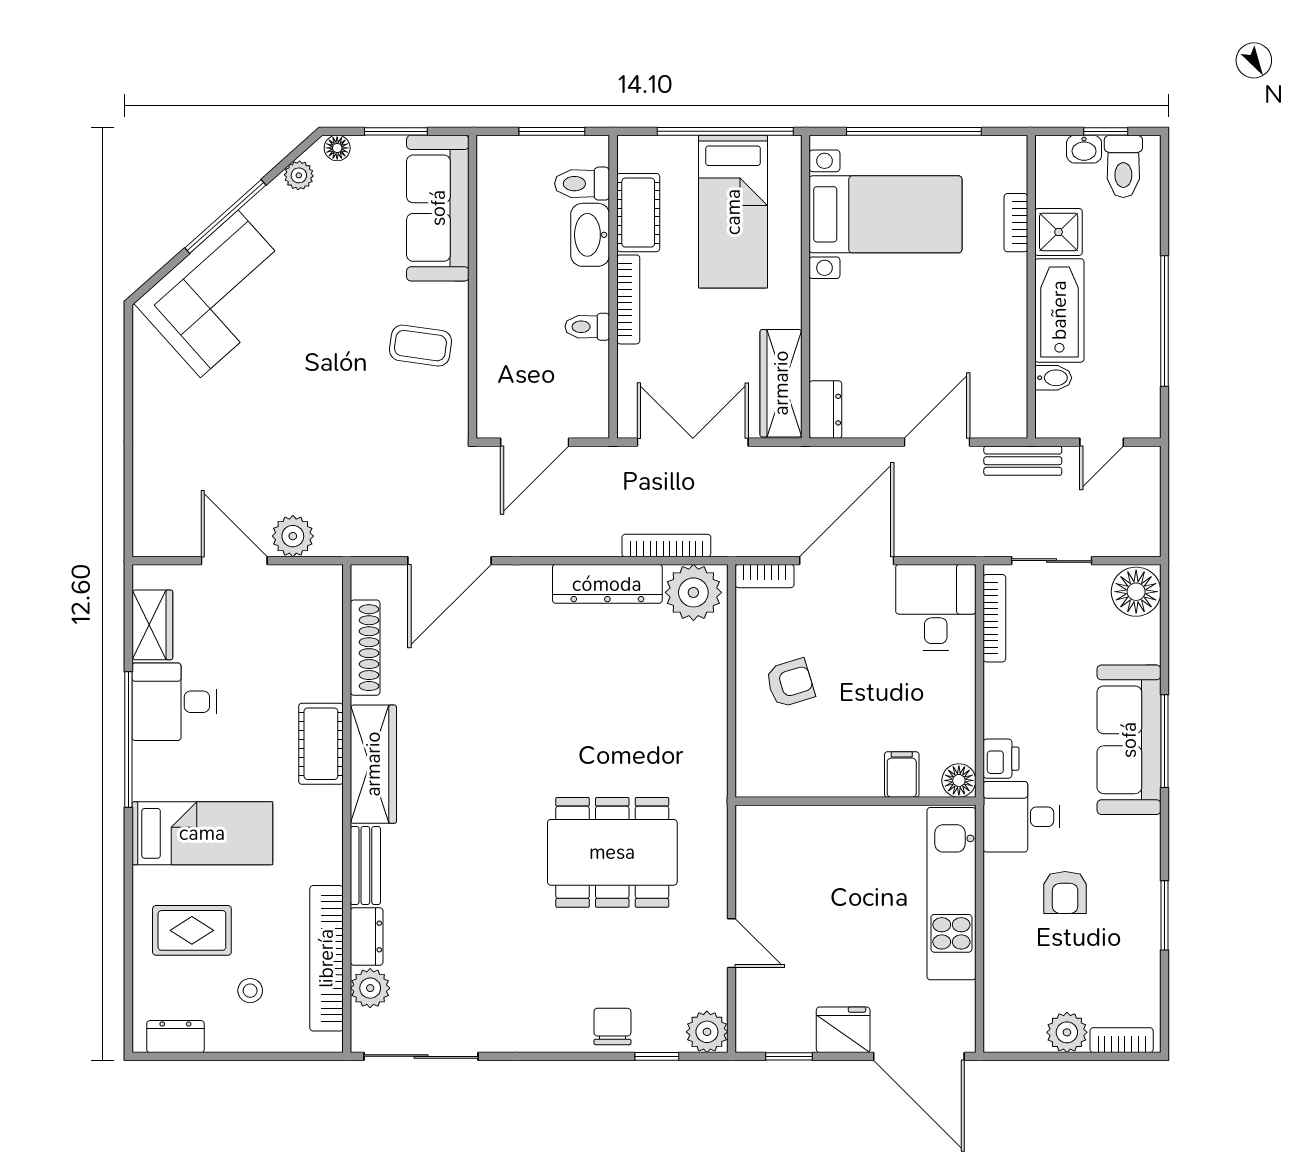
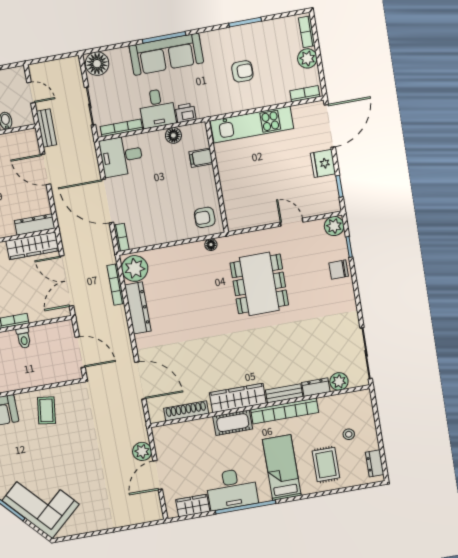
dresser: (825, 410) -> (35, 224), width x1.44
armchair: (790, 683) -> (205, 217), moved, turned -73
desk: (174, 702) -> (232, 489), width x1.37
floor lamp: (715, 764) -> (211, 245), added
floor lamp: (959, 780) -> (173, 135), moved
desk: (1021, 817) -> (157, 108), moved
door: (732, 943) -> (292, 222), hinge flipped
bookcase: (326, 958) -> (285, 411), moved
bookcase: (995, 1015) -> (305, 94), added

